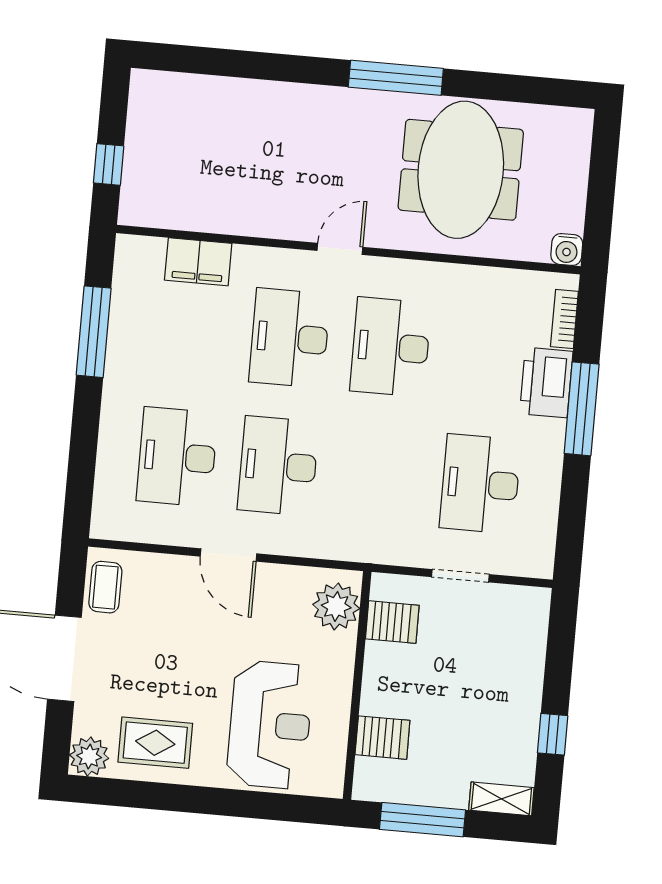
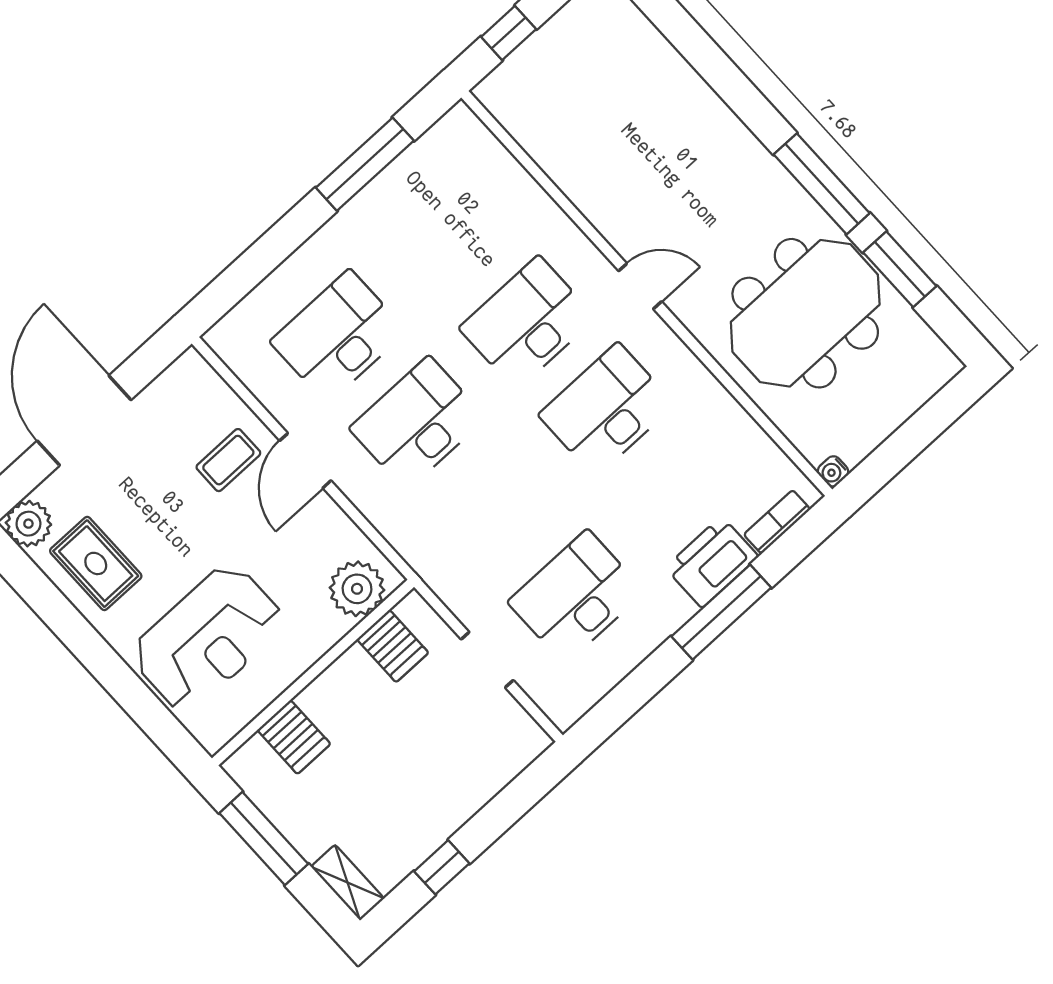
window: (495, 87) -> (900, 269), added
water cooler: (567, 250) -> (833, 471), width x0.72, depth x0.72
filing cabinet: (198, 262) -> (509, 186), removed
coffee table: (105, 587) -> (228, 460), moved

